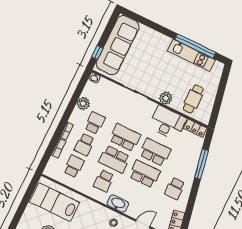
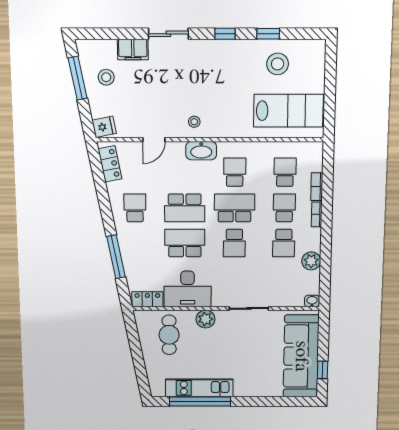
window: (97, 52) -> (323, 370), moved
school desk: (125, 138) -> (234, 243), width x0.54
school desk: (155, 152) -> (185, 243), turned 180
school desk: (74, 166) -> (285, 172), turned 180

